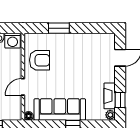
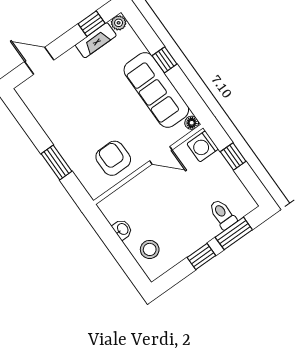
washing machine: (13, 41) -> (203, 146), moved, turned 180

